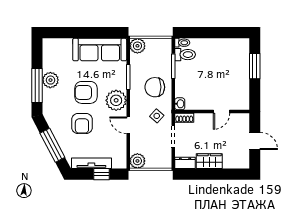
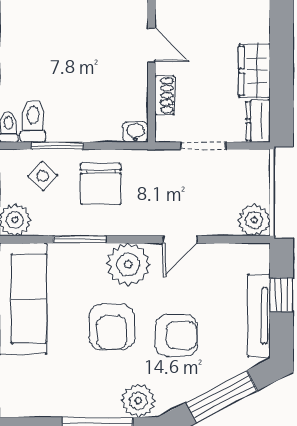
plant: (50, 80) -> (138, 401), moved
side table: (157, 116) -> (42, 176), moved
shoe rack: (184, 118) -> (164, 95), moved

